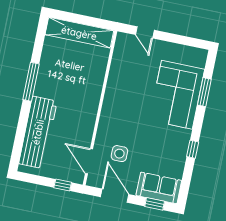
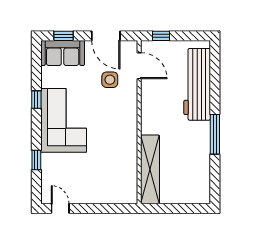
door: (145, 32) -> (60, 208), moved
shelving: (79, 33) -> (150, 169), moved, turned 90
window: (204, 92) -> (36, 160), width x0.67
corner sofa: (177, 95) -> (64, 120), moved

